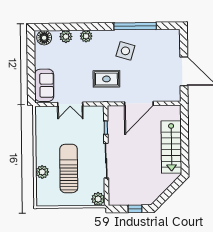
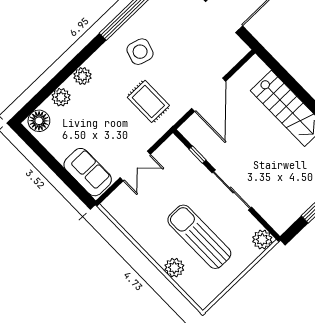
rug: (106, 79) -> (148, 101), turned 90

